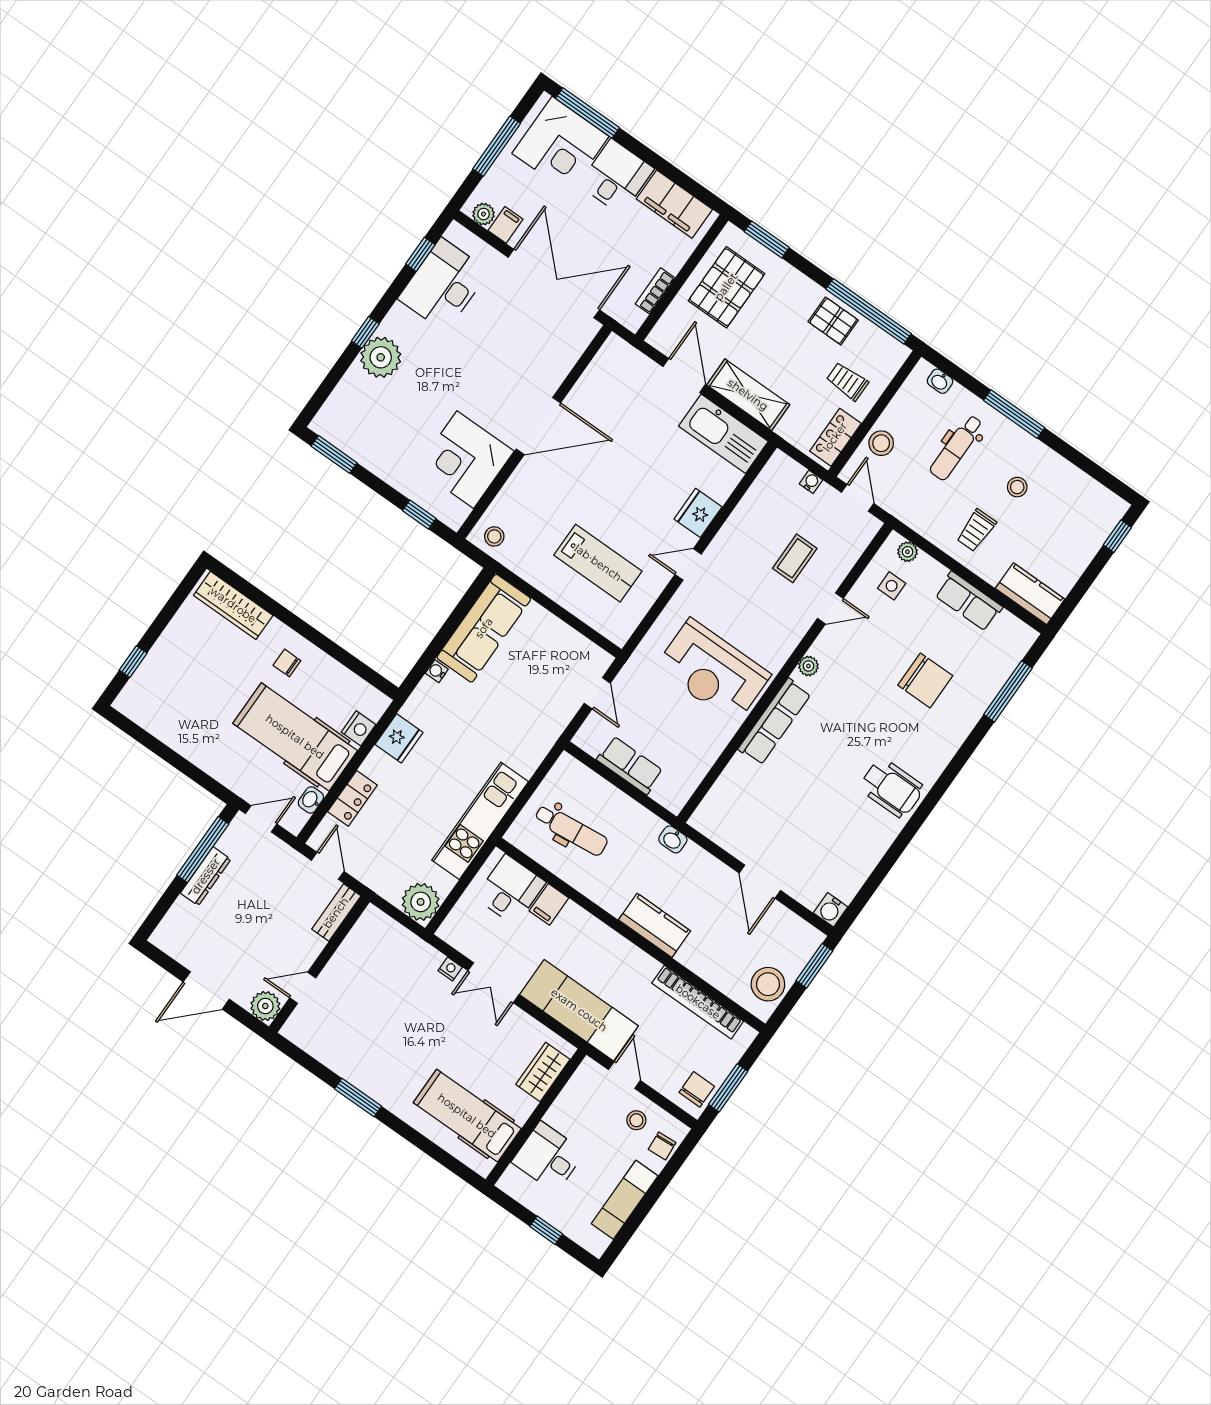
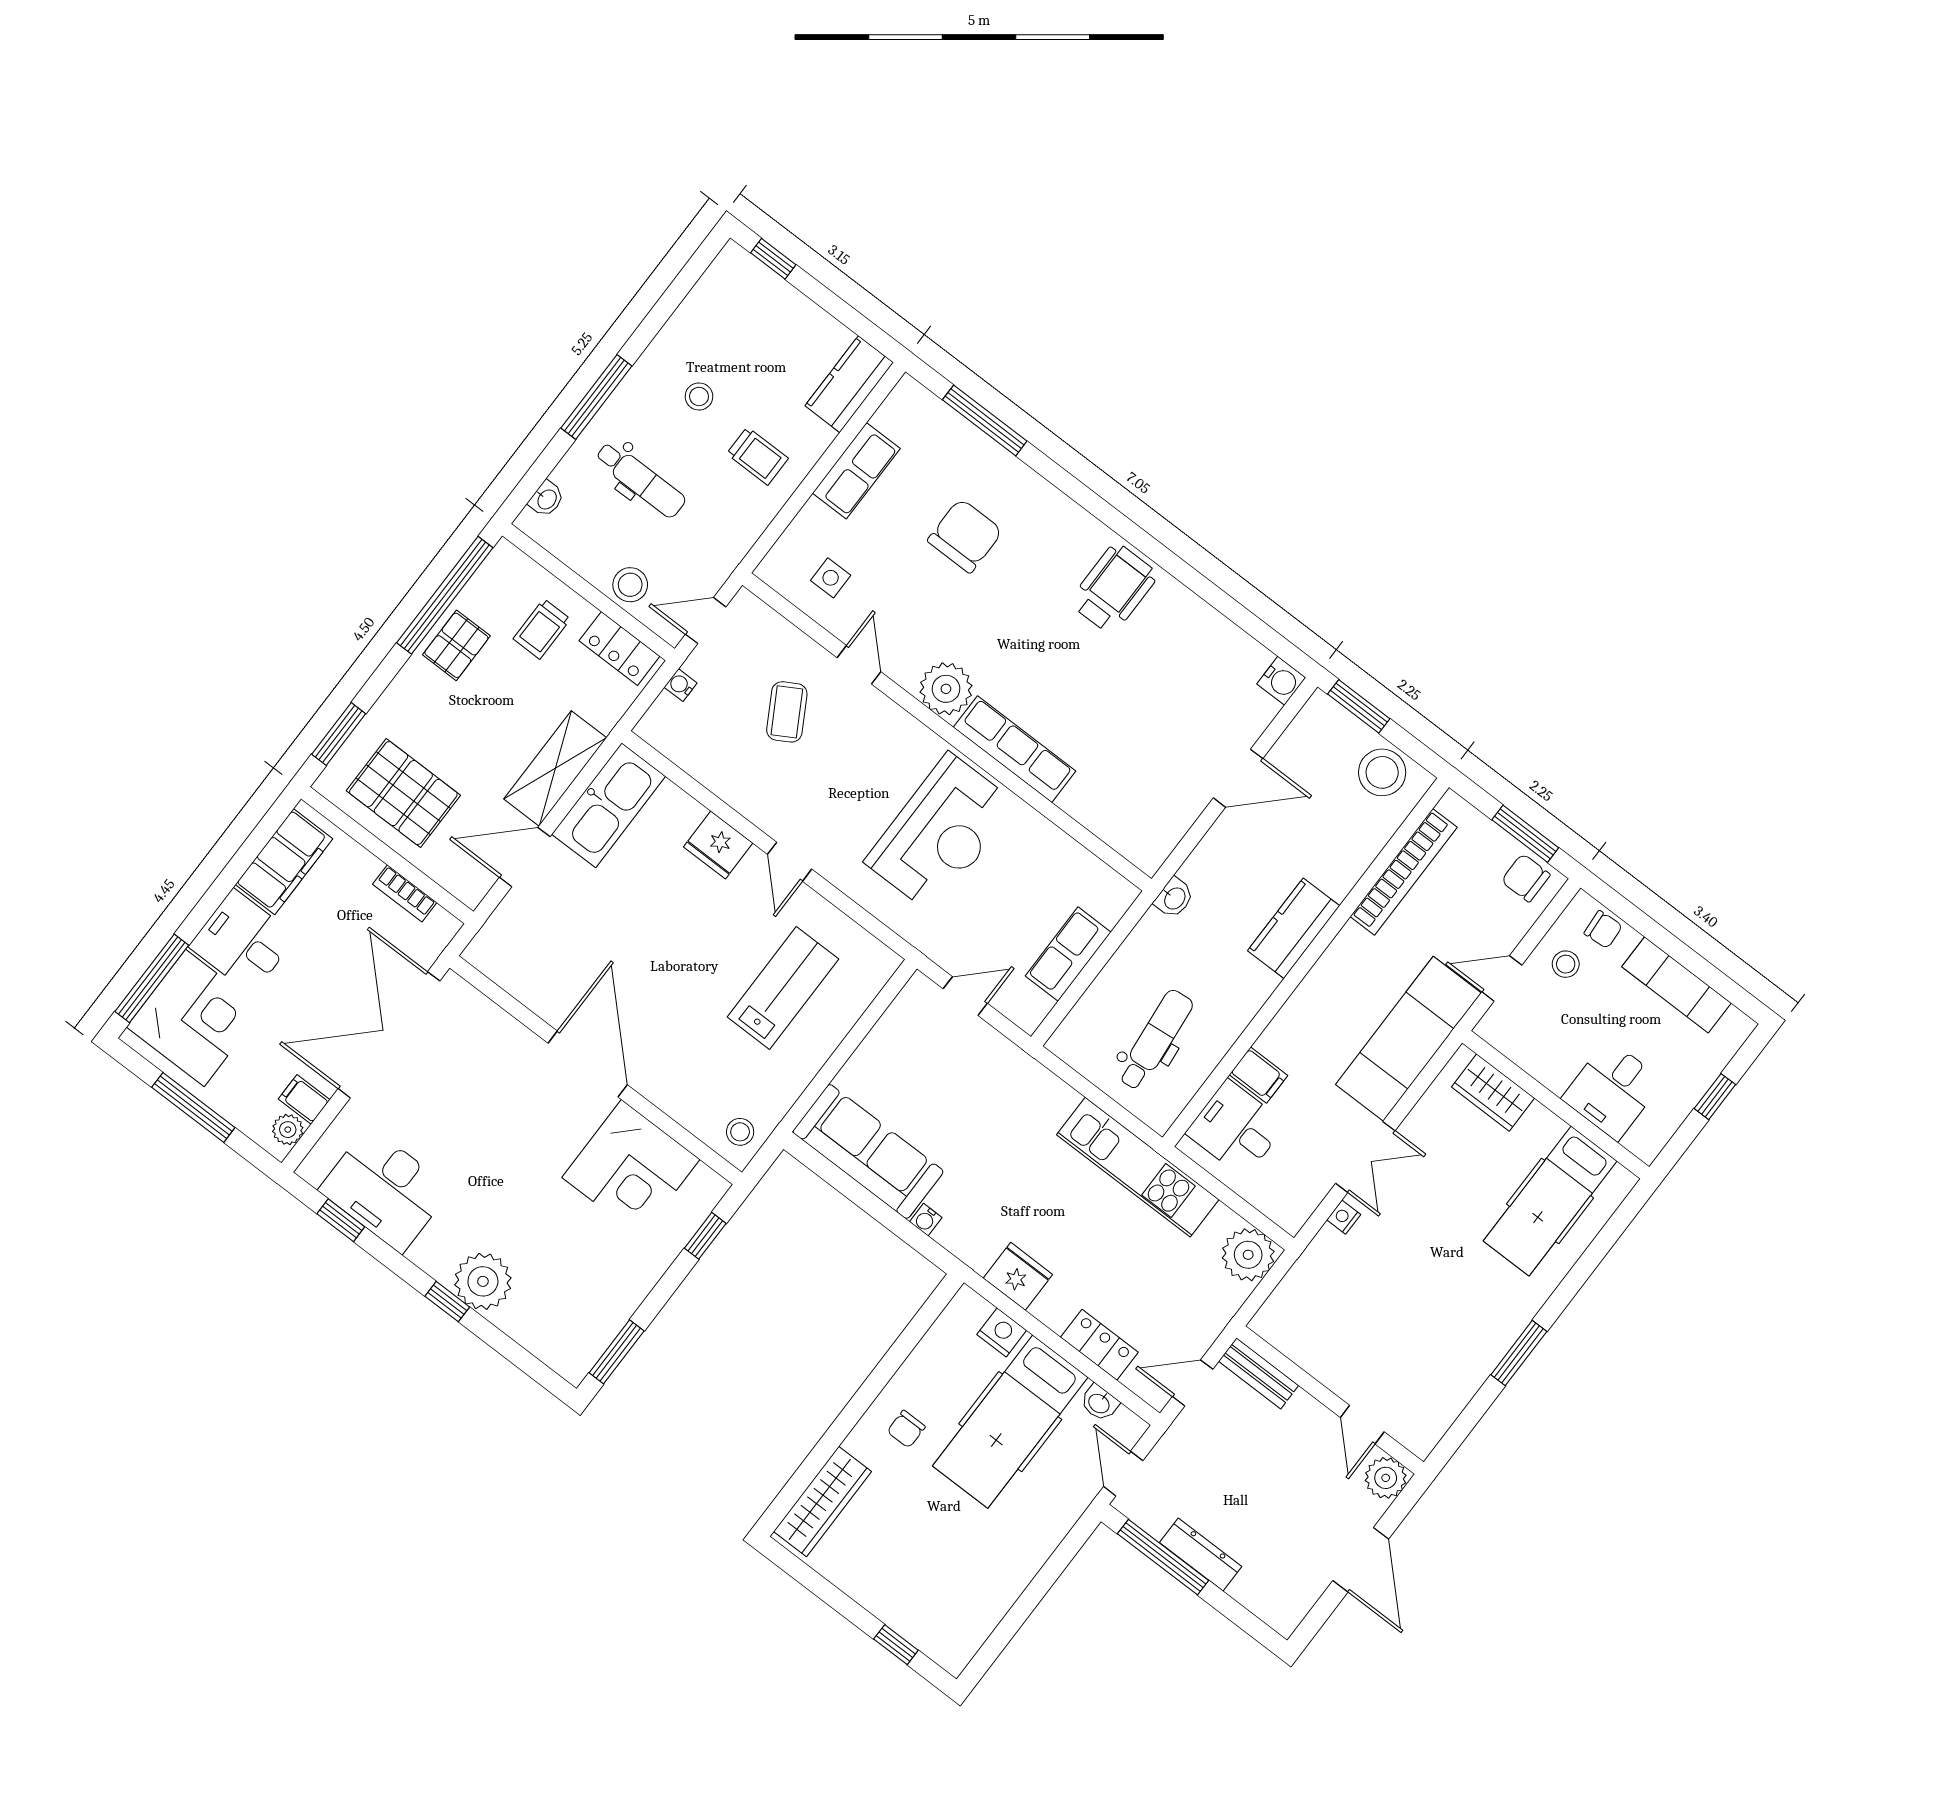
plant: (908, 552) -> (784, 554), removed
coffee table: (795, 558) -> (787, 712), turned 60
plant: (808, 666) -> (946, 689), width x1.87, depth x1.87

